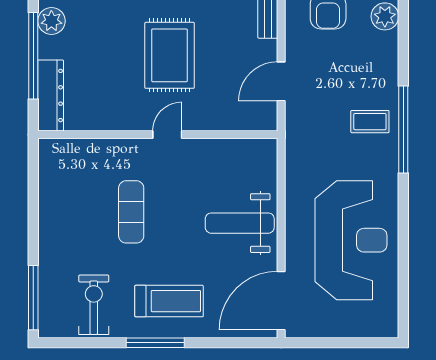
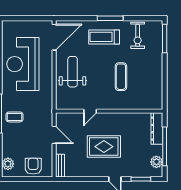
rug: (170, 55) -> (104, 147), turned 90
door: (281, 81) -> (54, 135), hinge flipped
door: (167, 135) -> (90, 111), moved
weight bench: (240, 223) -> (73, 72), turned -90

